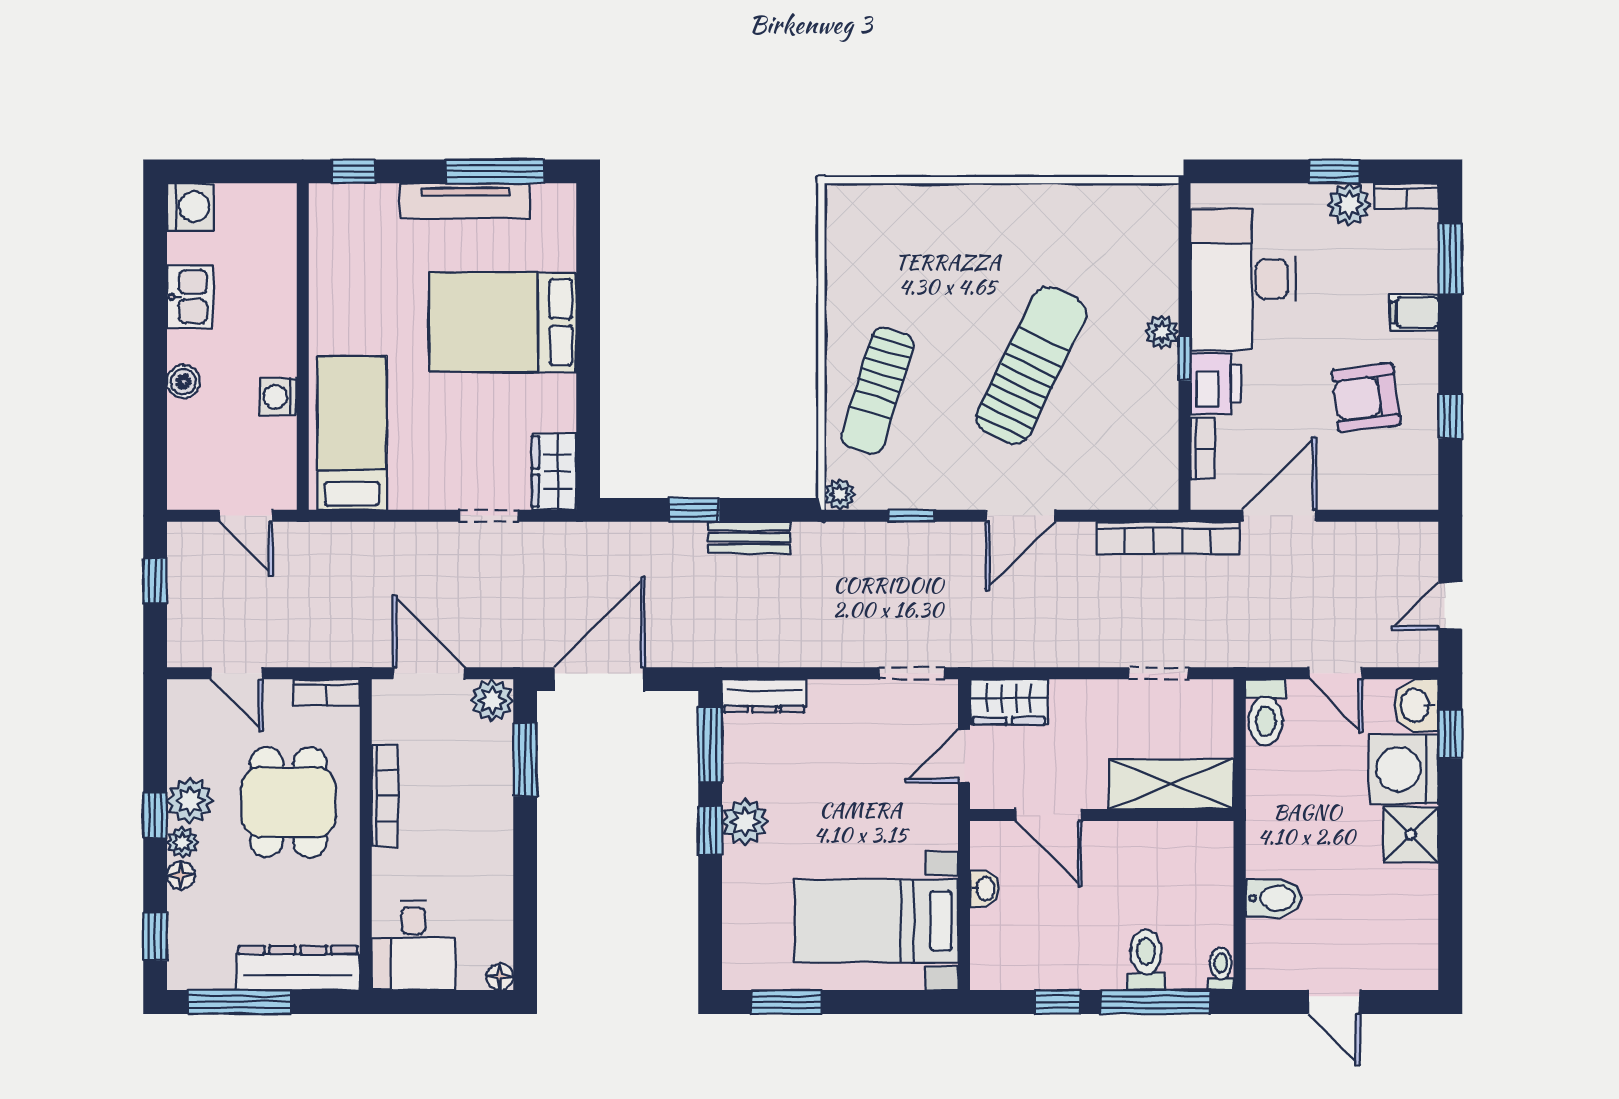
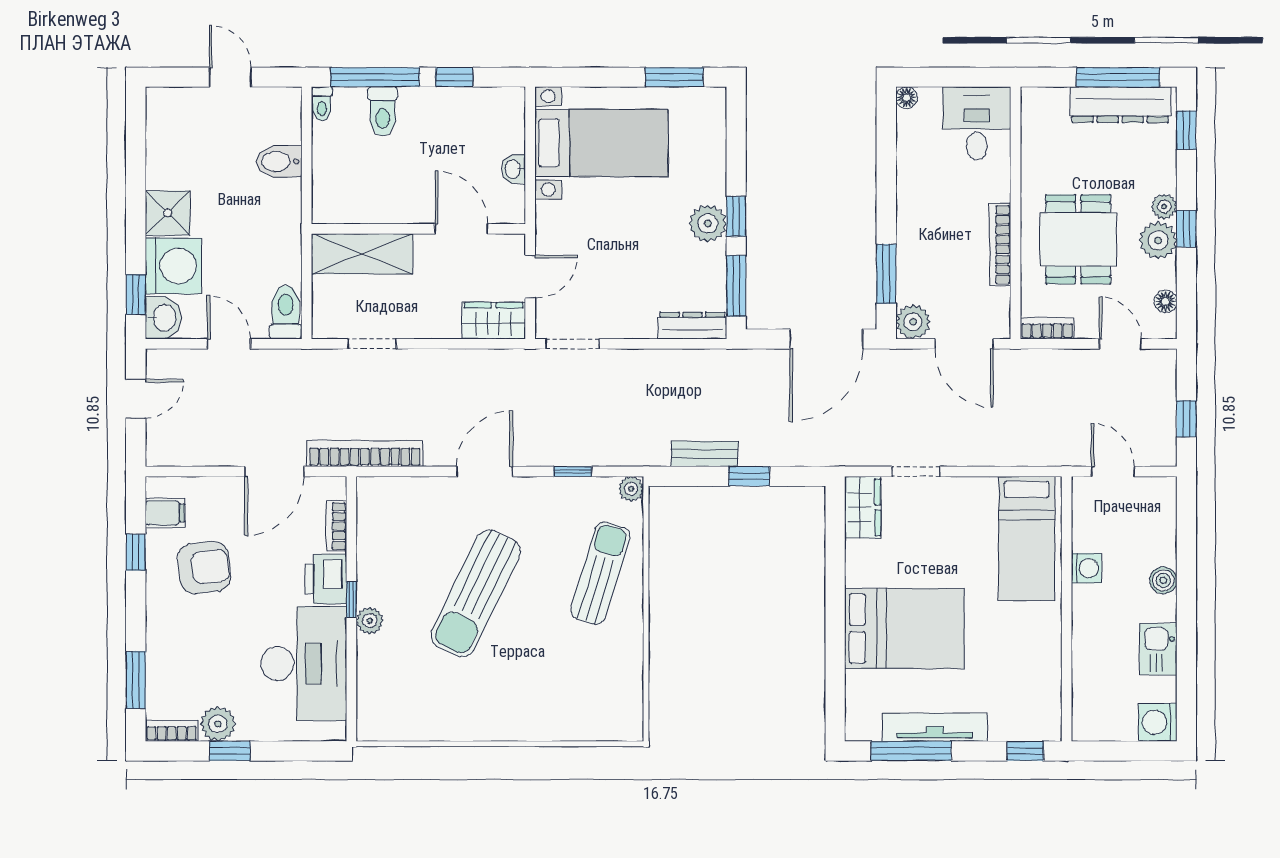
filing cabinet: (1414, 312) -> (165, 513), moved
floor lamp: (181, 875) -> (1165, 301), moved
dresser: (298, 968) -> (1120, 105), moved

